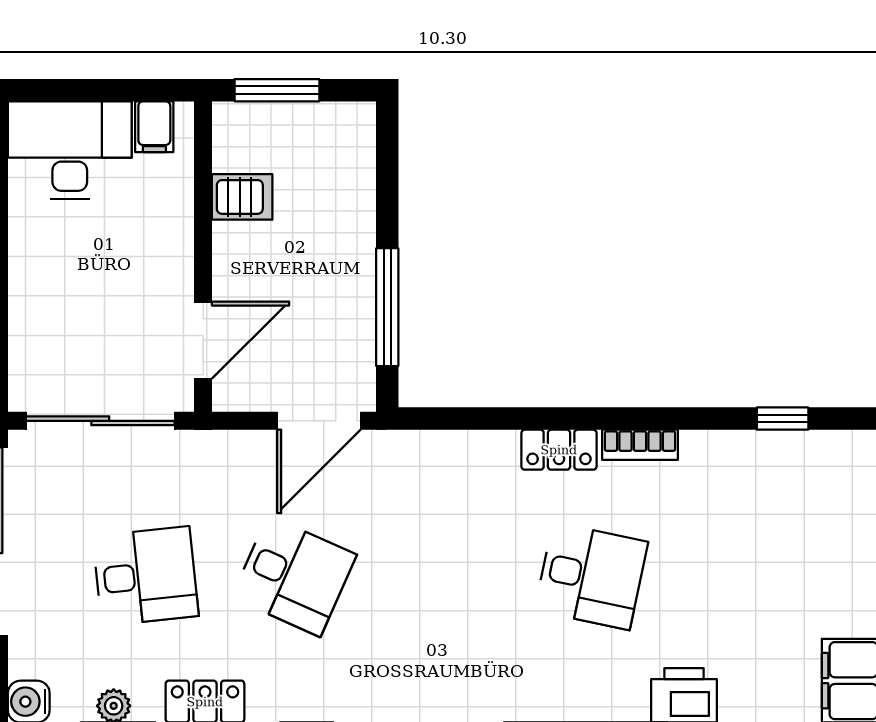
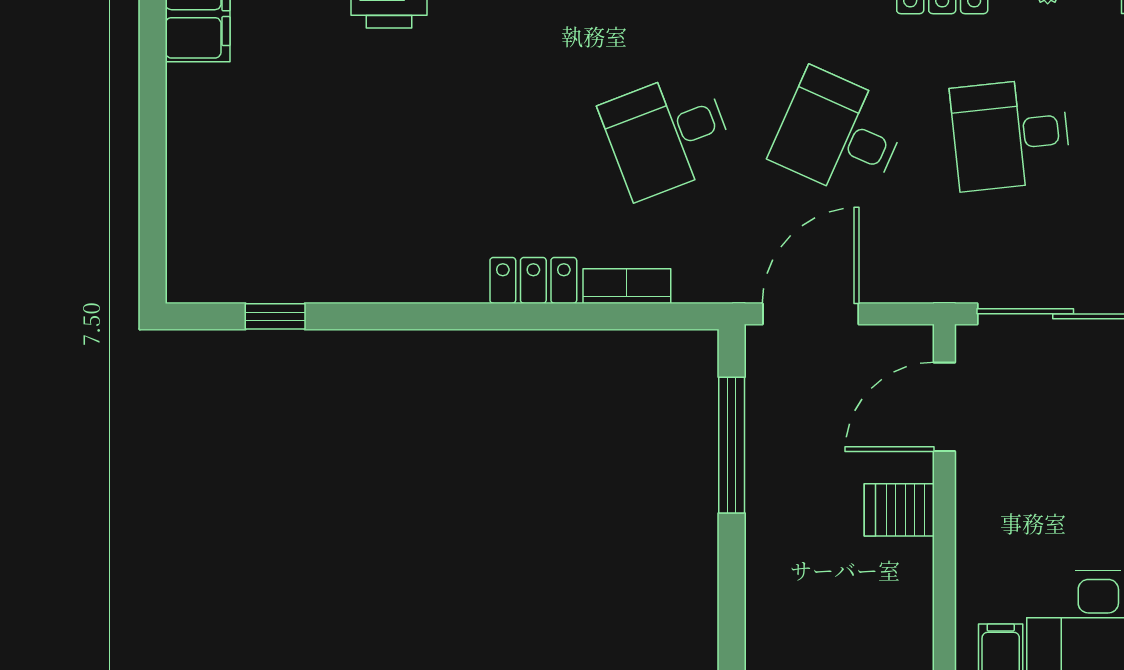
server rack: (242, 197) -> (899, 510), moved
bookcase: (640, 445) -> (627, 286), moved
desk: (591, 576) -> (668, 134), moved, turned -33

